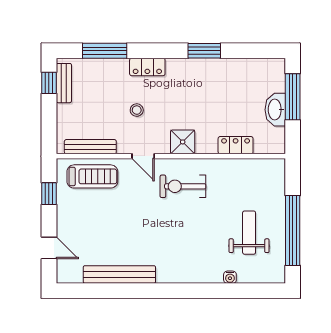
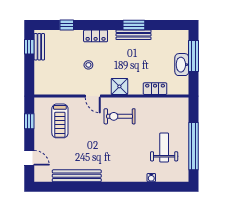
window: (105, 51) -> (67, 25), width x0.46
bench: (90, 147) -> (134, 35), moved
treadmill: (92, 176) -> (60, 121), moved, turned 90

